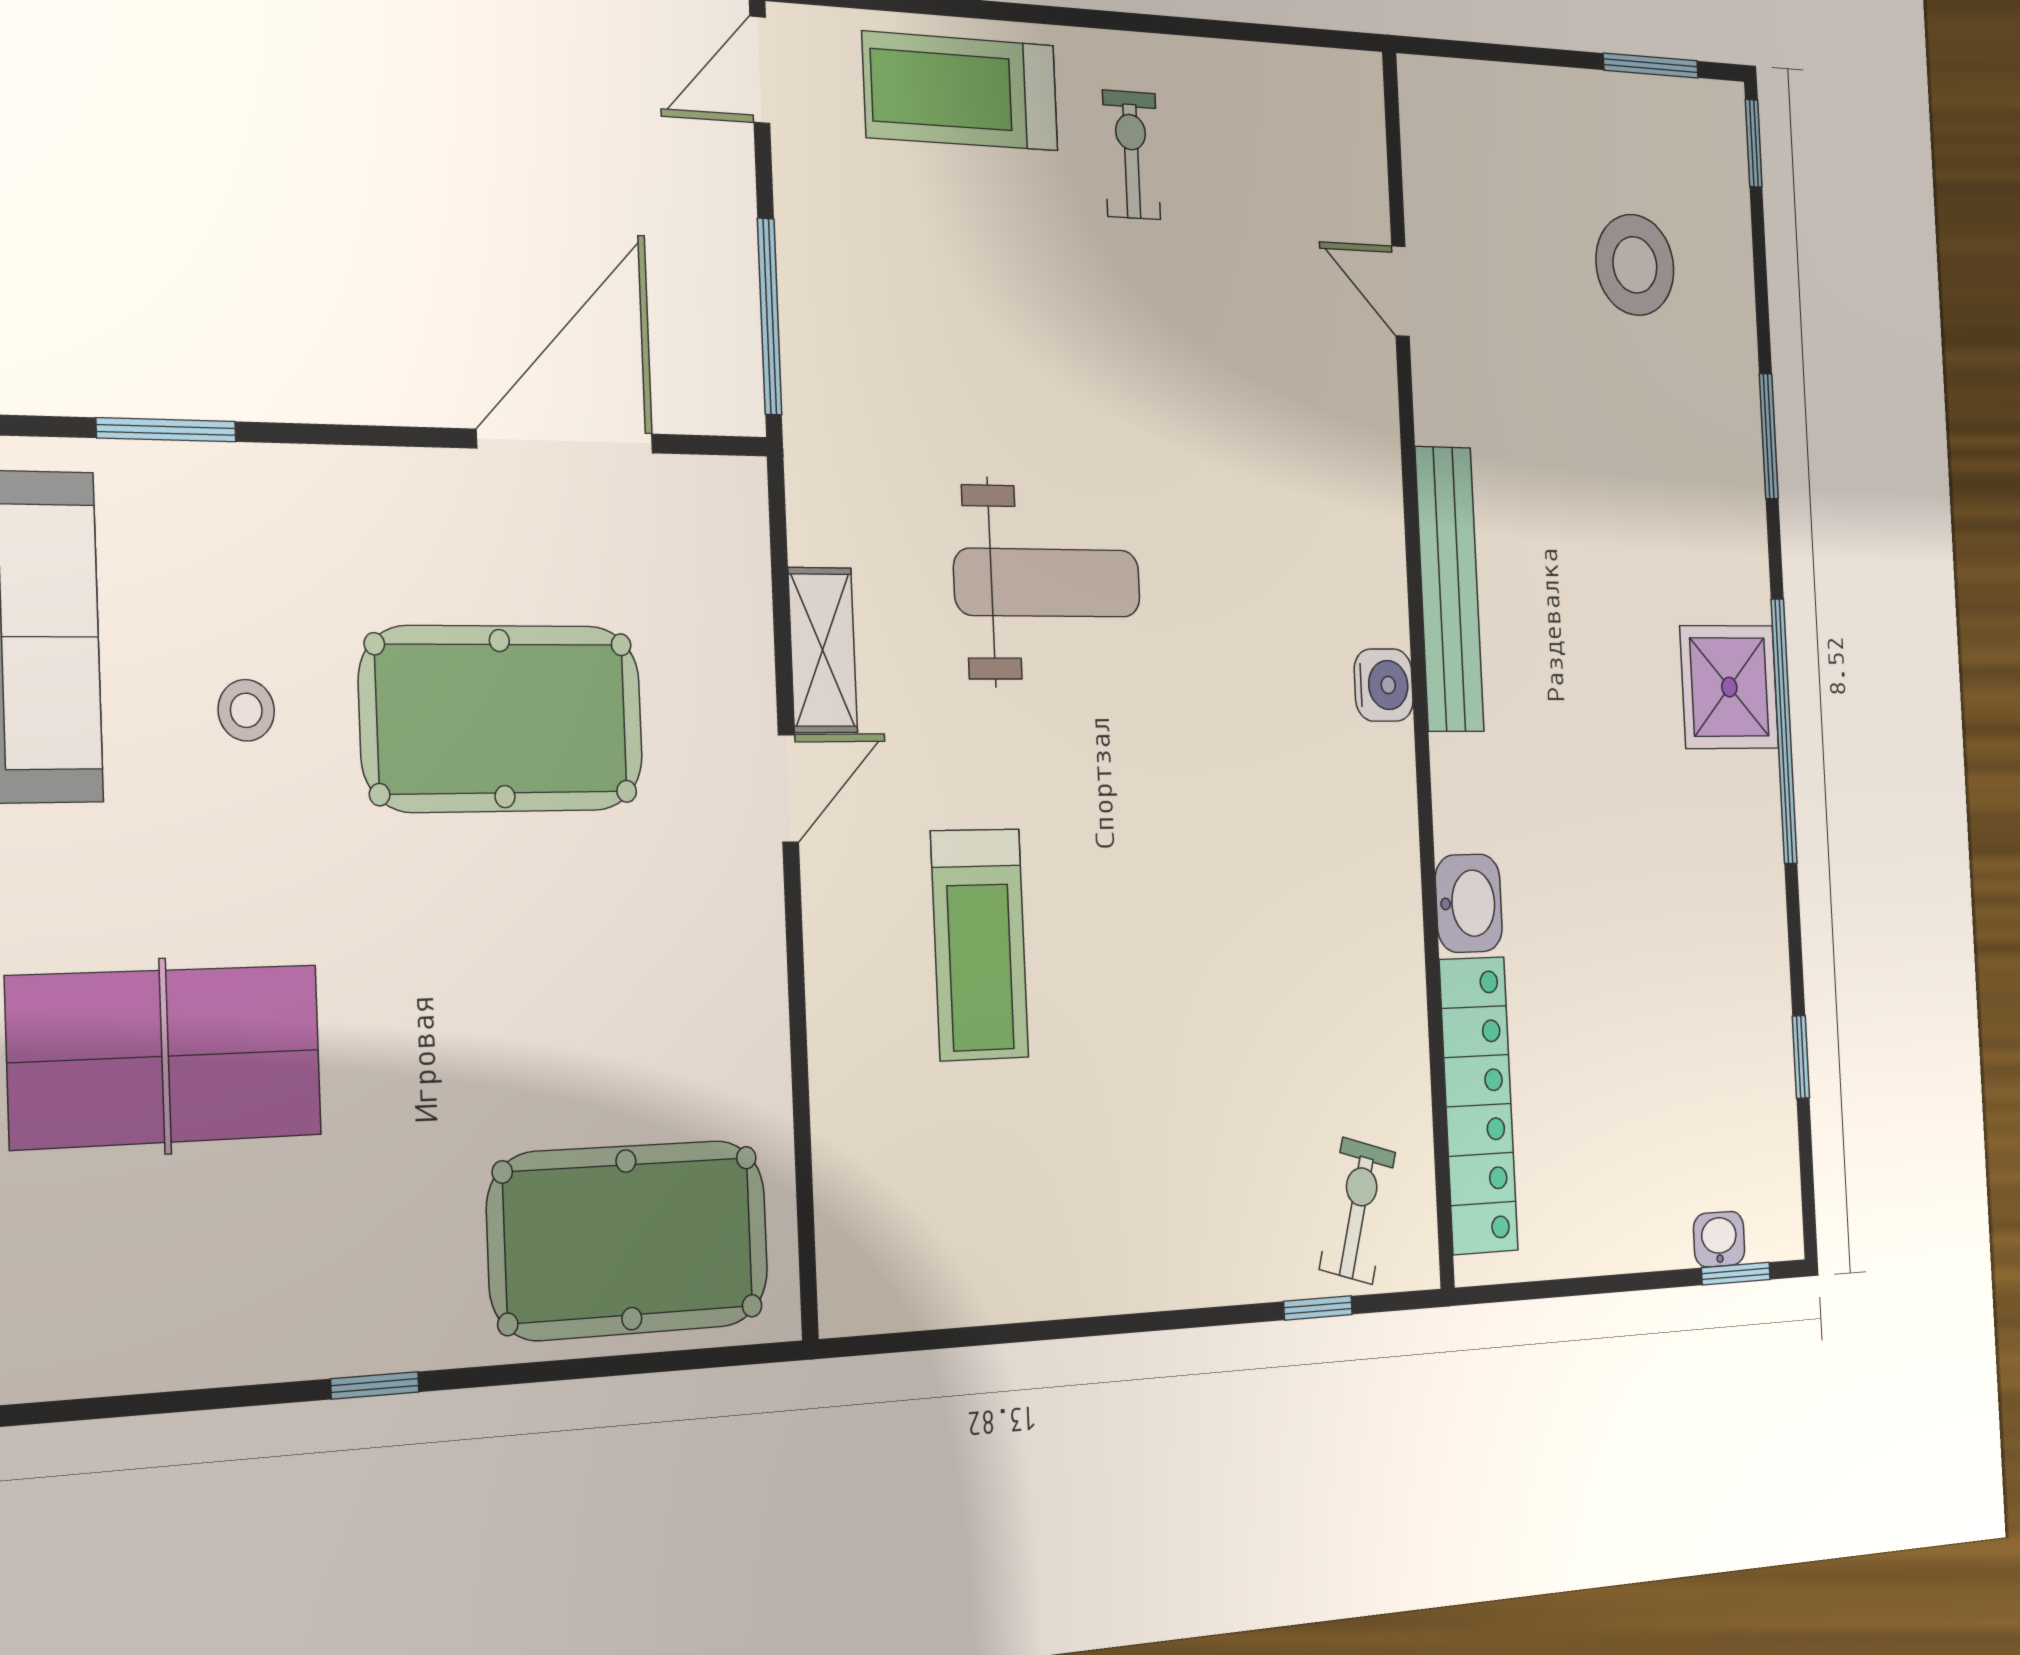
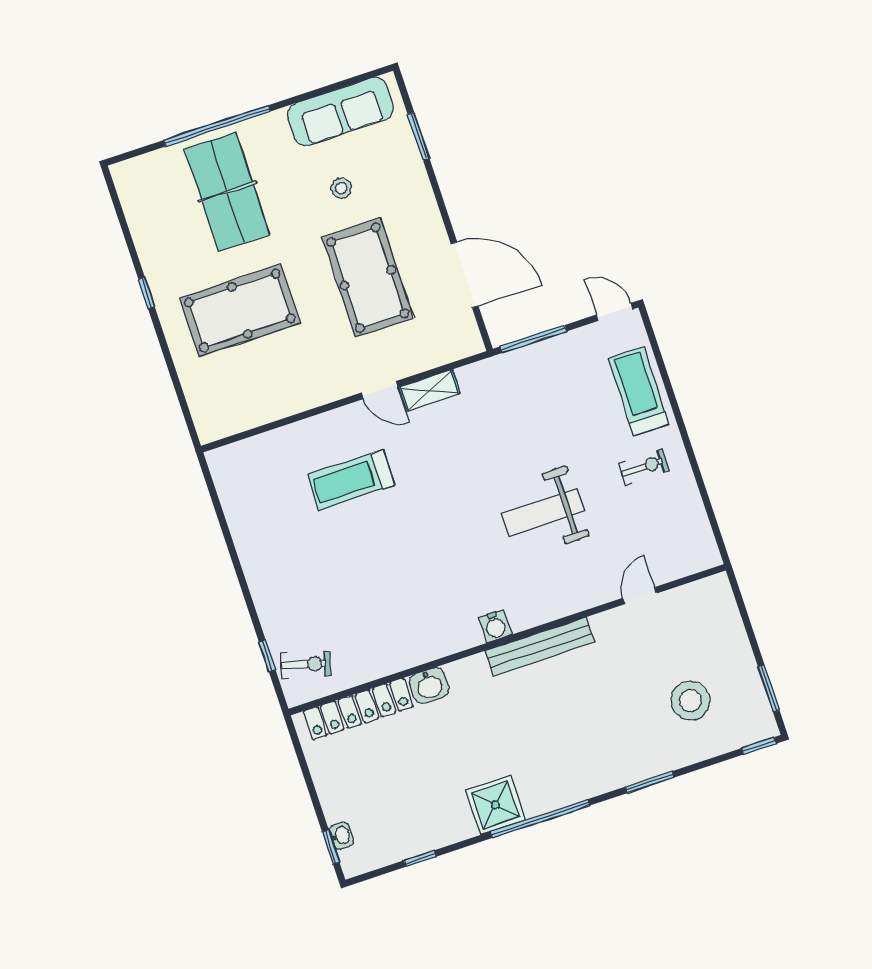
weight bench: (1047, 583) -> (543, 512), moved, turned 90
shower: (1729, 687) -> (495, 805), moved
pool table: (629, 1240) -> (240, 310), moved, turned 90

